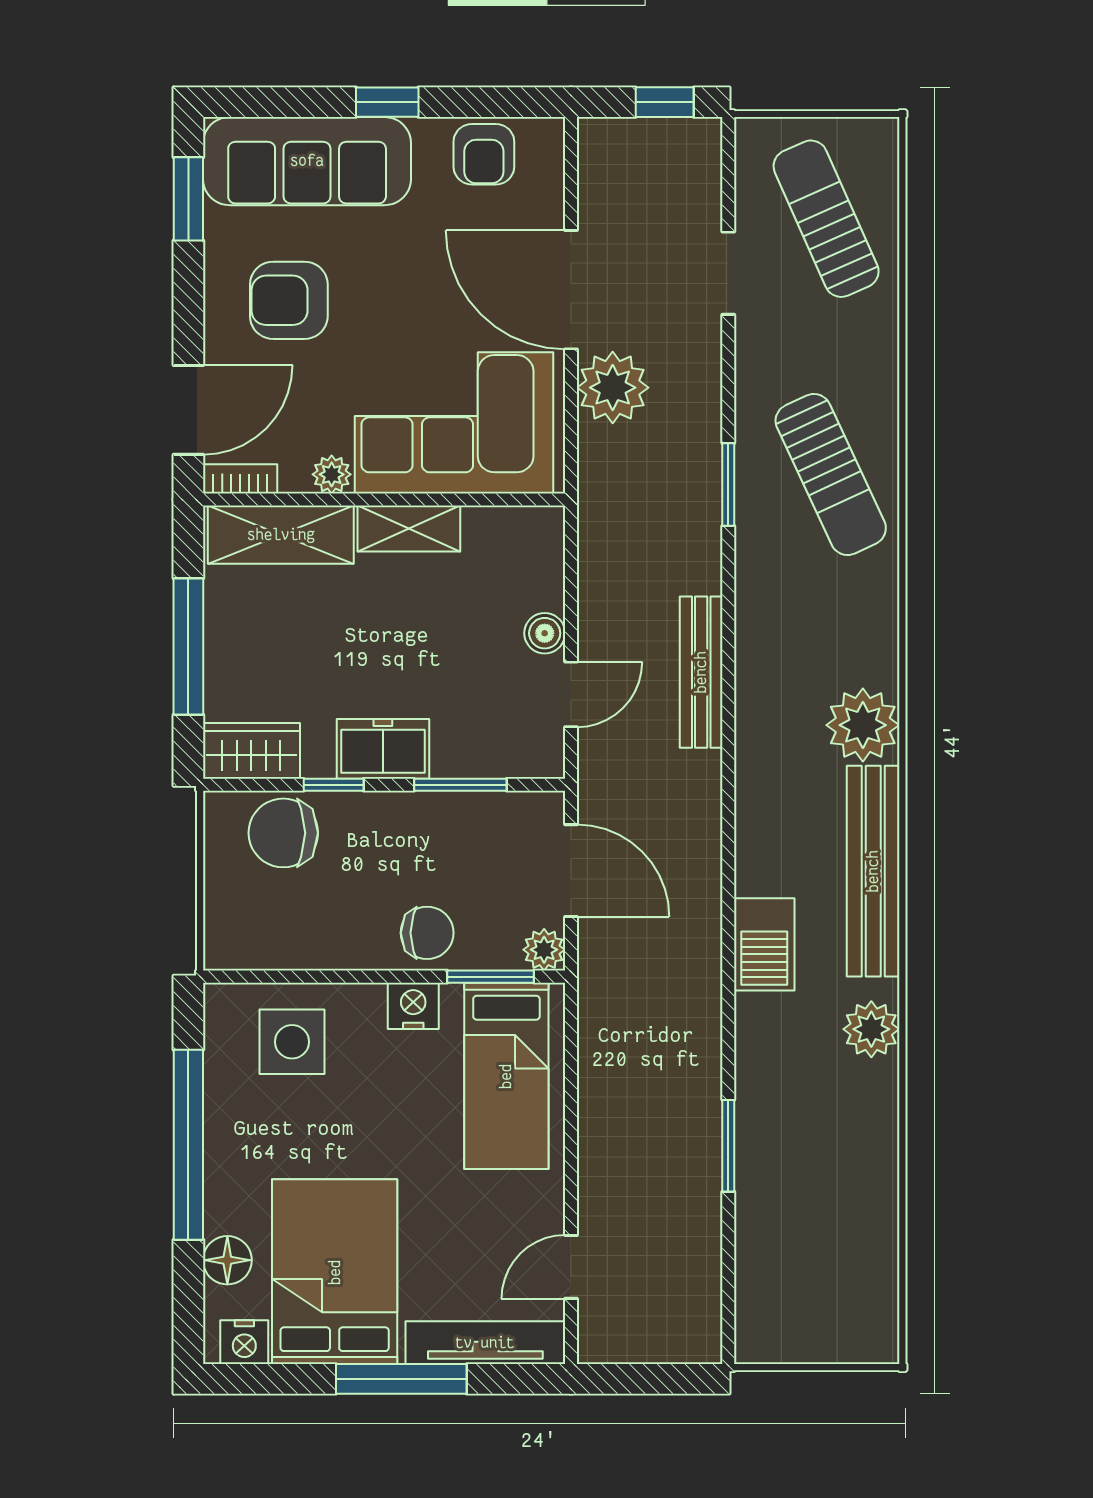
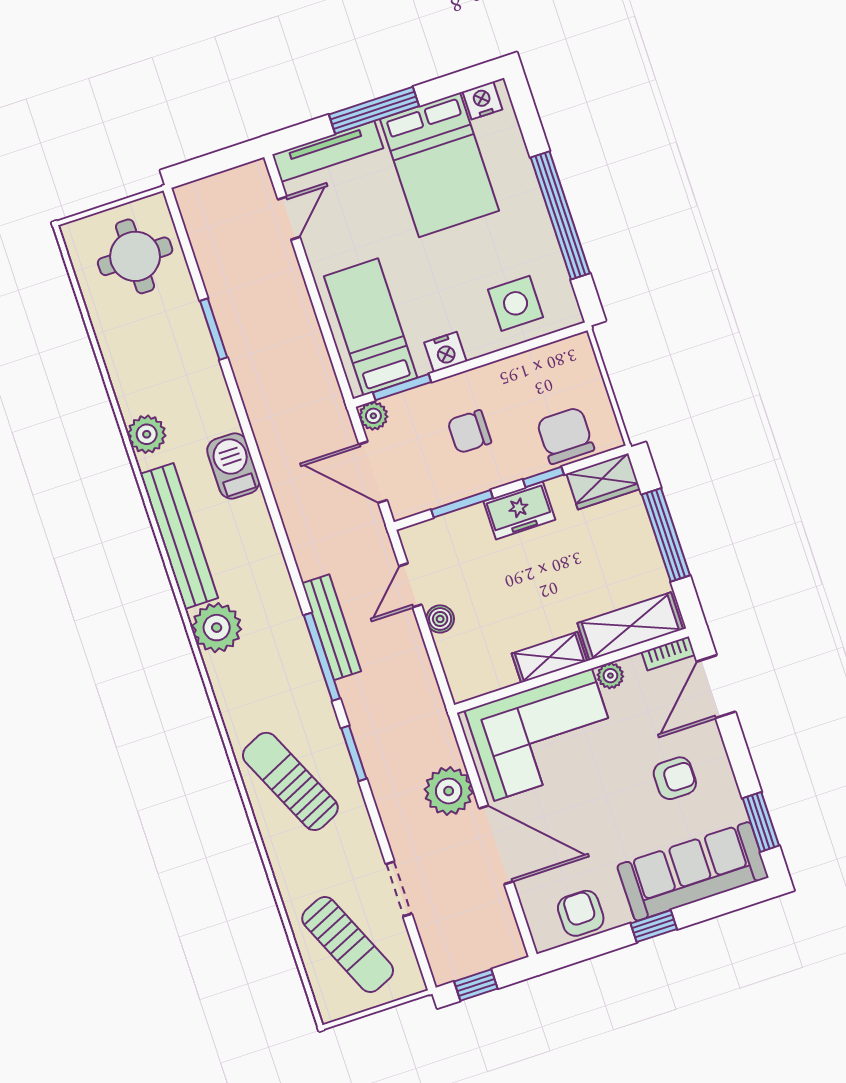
armchair: (289, 300) -> (675, 778), width x0.72, depth x0.72
window: (728, 635) -> (322, 657), added
chair: (283, 833) -> (565, 435), turned -90
chair: (427, 933) -> (469, 432), moved
floor lamp: (227, 1260) -> (511, 150), removed
round table: (805, 1285) -> (135, 256), added

